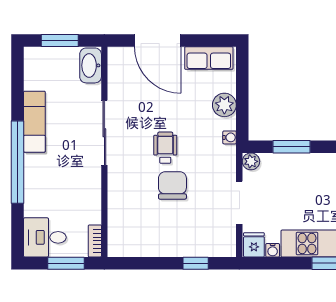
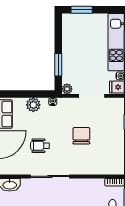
wheelchair: (165, 148) -> (40, 146), moved
chair: (172, 185) -> (81, 136), turned 90

